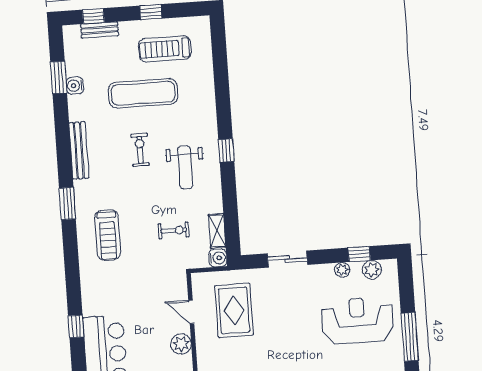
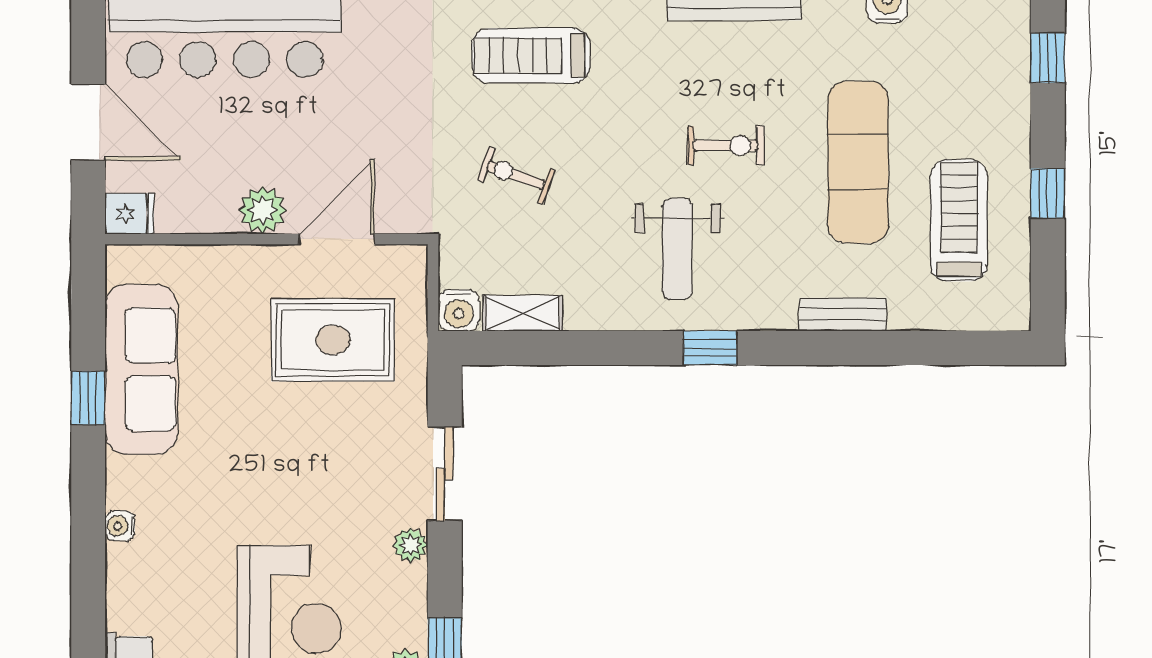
bench: (100, 30) -> (843, 314), moved, turned 90
weight bench: (185, 167) -> (677, 249), turned -90
exercise bike: (174, 230) -> (516, 175), moved, turned 110
plant: (342, 270) -> (410, 545), moved
door: (191, 312) -> (337, 239), width x1.38

